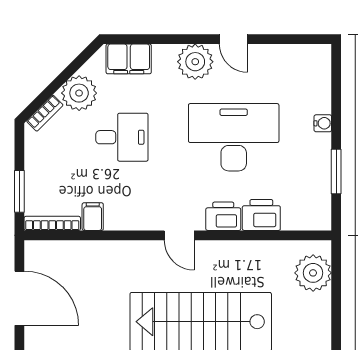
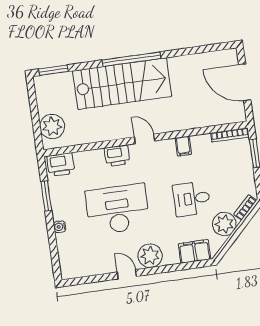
desk: (234, 137) -> (117, 209), turned 180
printer: (261, 215) -> (61, 165), moved
filing cabinet: (93, 217) -> (183, 146), moved

